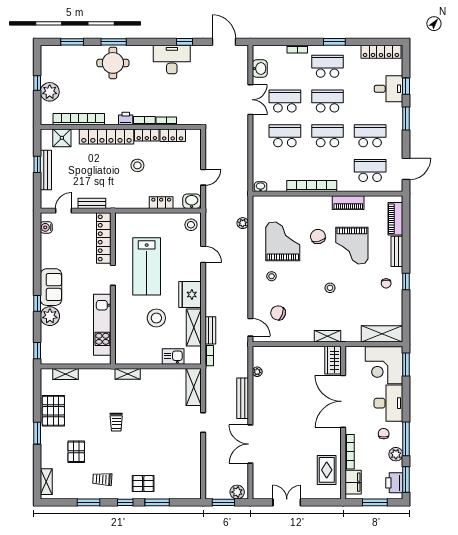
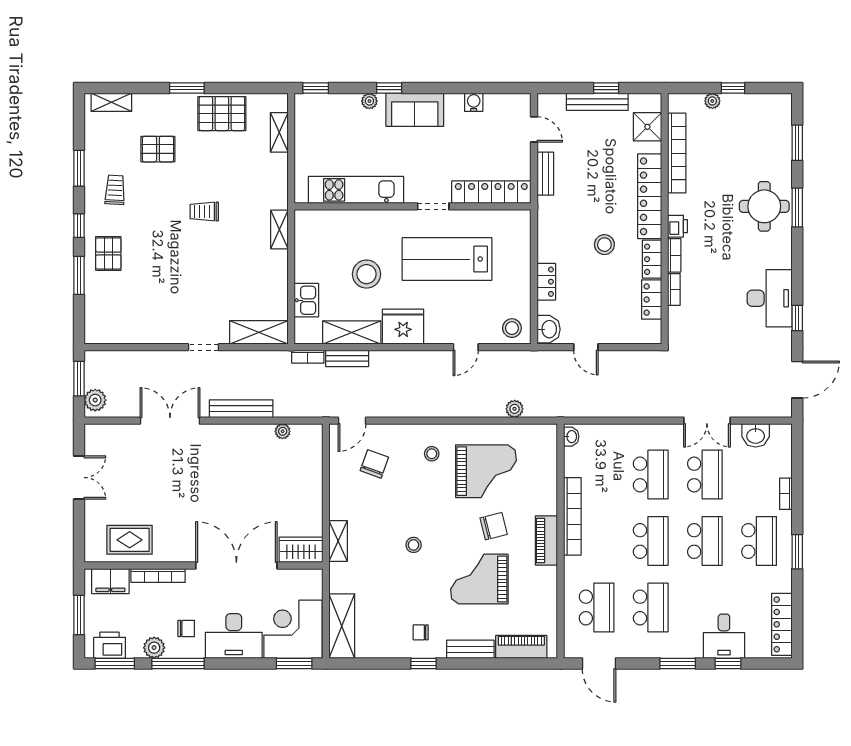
plant: (50, 92) -> (712, 101), width x0.53, depth x0.53
piano: (348, 203) -> (546, 541), moved
water cooler: (46, 227) -> (474, 102), moved
plant: (50, 316) -> (369, 101), width x0.53, depth x0.53

